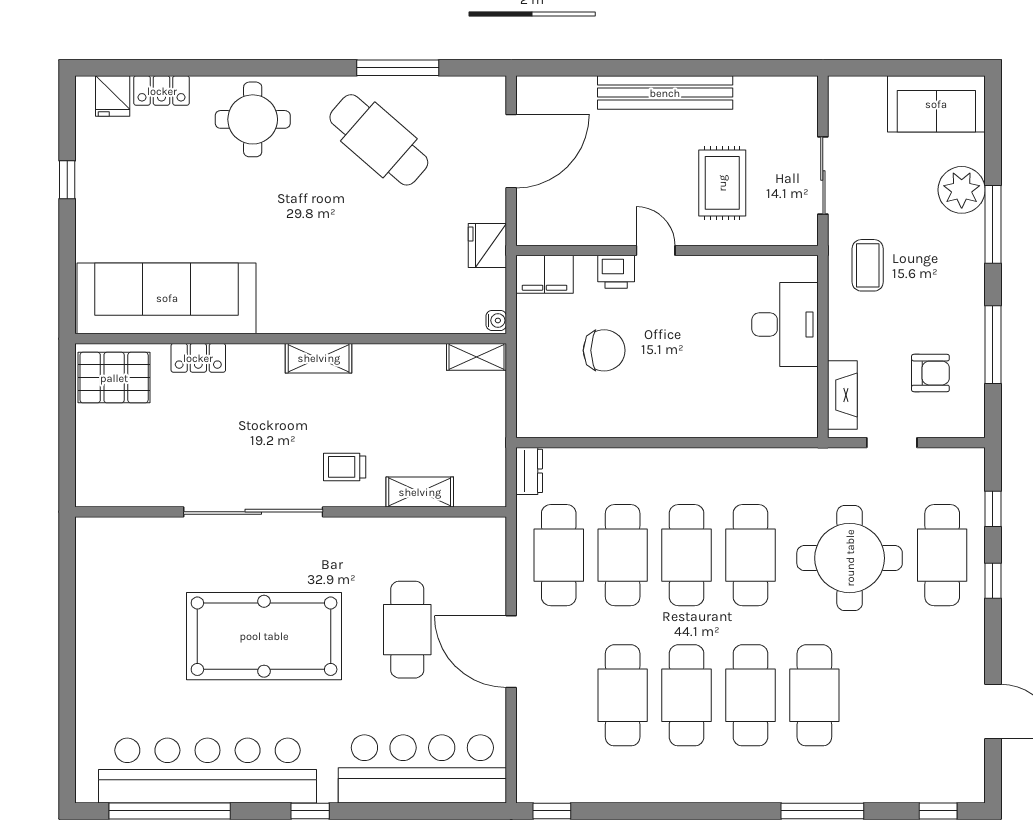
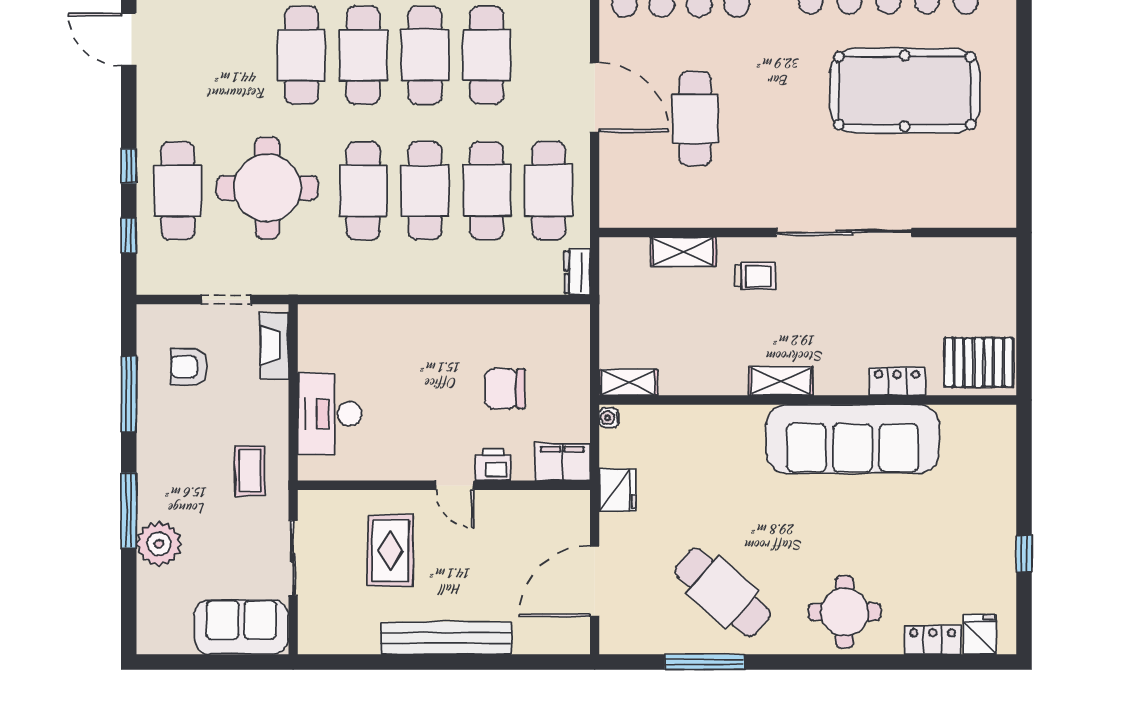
sofa: (936, 104) -> (241, 627), moved
sofa: (167, 298) -> (853, 439), moved
pool table: (264, 636) -> (905, 91), moved

